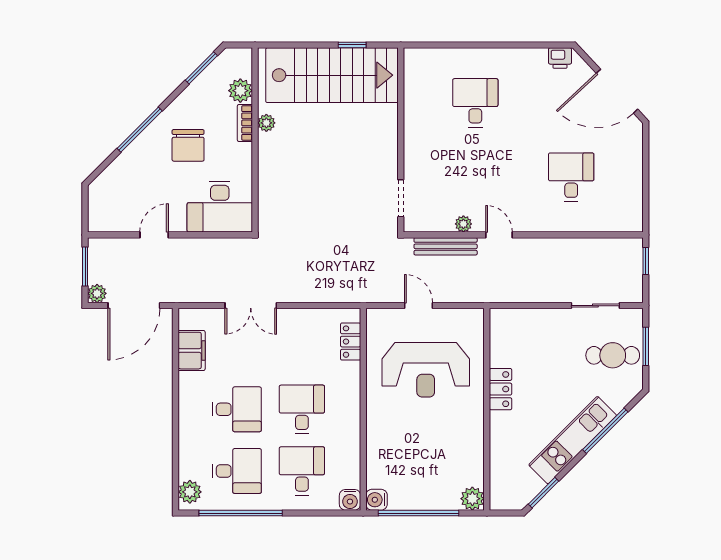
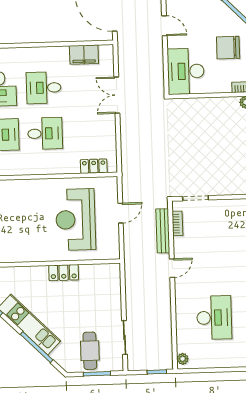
desk: (571, 177) -> (214, 318), width x1.37
plant: (463, 224) -> (183, 359), moved
bookcase: (436, 225) -> (177, 223), added
desk: (237, 409) -> (44, 88), turned 90

